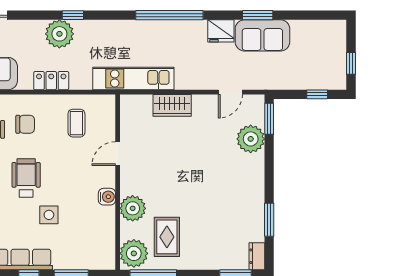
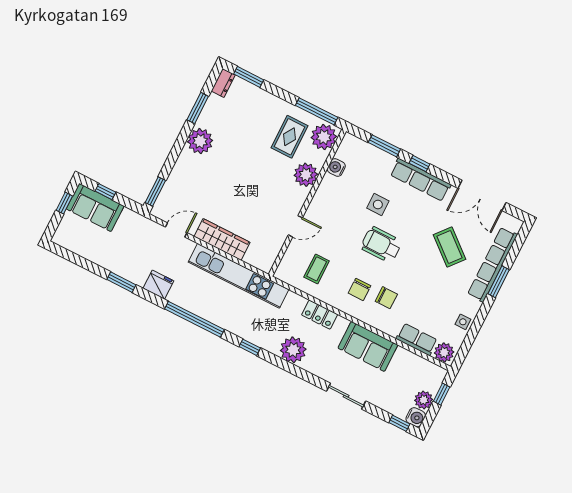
window: (73, 15) -> (250, 347), moved
sofa: (262, 35) -> (95, 207), moved, turned 180
kitchen unit: (133, 78) -> (239, 276), width x1.36
wardrobe: (172, 105) -> (222, 239), width x1.50
chair: (25, 124) -> (359, 289), turned -90
plant: (251, 139) -> (200, 141), moved
wheelchair: (26, 178) -> (381, 245), turned 90
water cooler: (107, 197) -> (336, 167), moved

